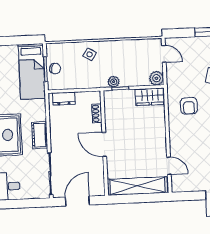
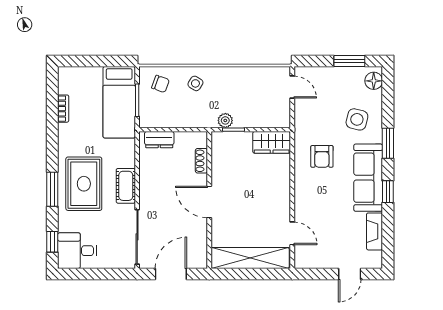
chair: (55, 69) -> (161, 84), moved
plant: (156, 78) -> (281, 119), removed

